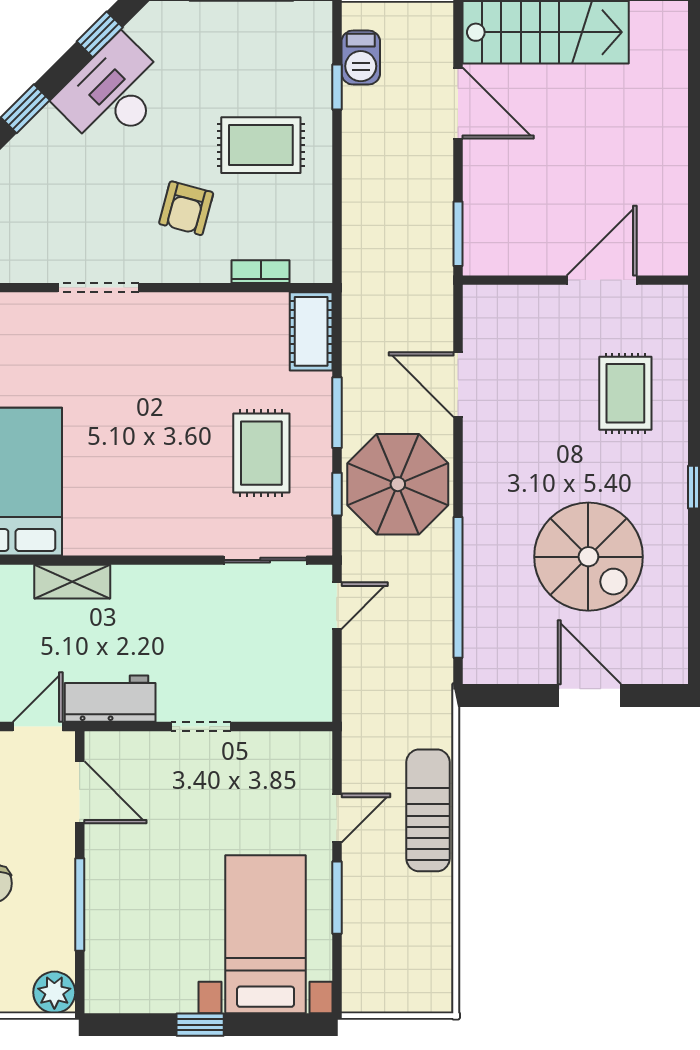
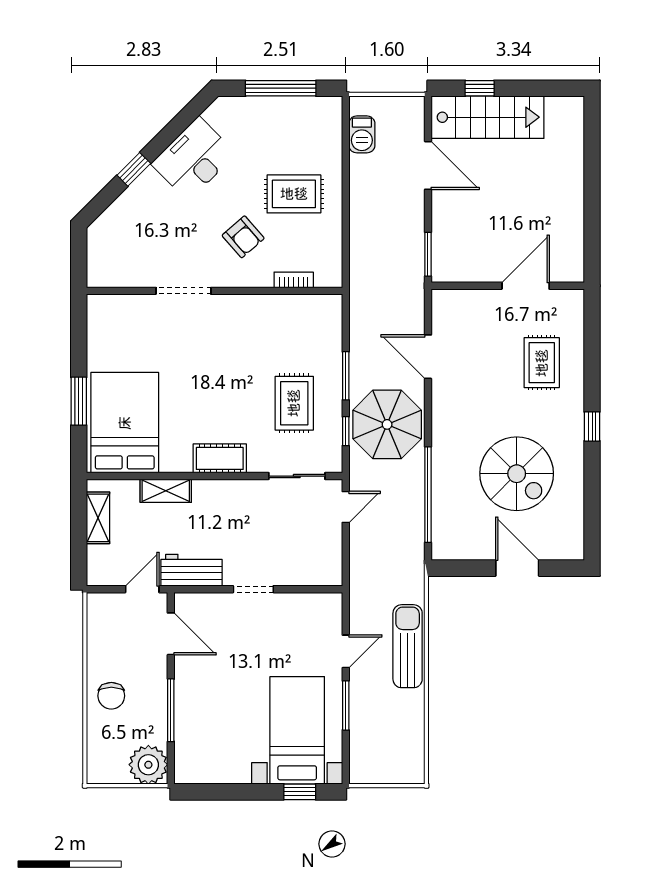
window: (100, 34) -> (184, 119), removed
window: (337, 87) -> (346, 154), removed
armchair: (186, 208) -> (243, 237), turned -56
cot: (311, 331) -> (220, 458), moved, turned 90
plant: (54, 992) -> (148, 765), width x1.36, depth x1.36
window: (200, 1025) -> (300, 792), moved

